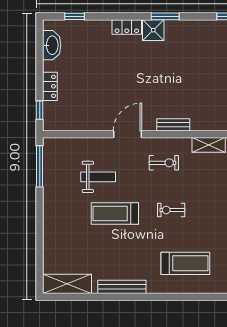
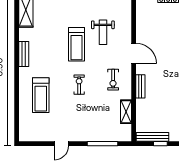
treadmill: (115, 214) -> (77, 44), turned 180
bench: (122, 287) -> (24, 54), width x0.73

